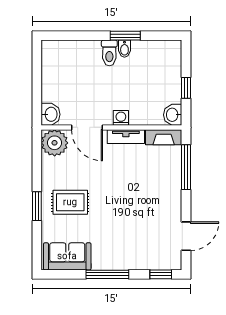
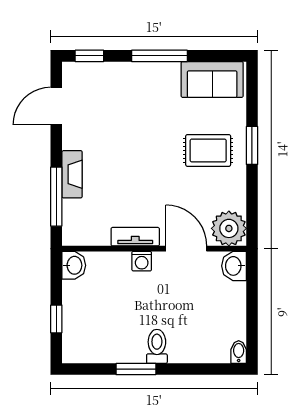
bidet: (124, 49) -> (239, 352), moved
window: (186, 88) -> (56, 319), moved
fireplace: (164, 137) -> (72, 174), moved, turned 90

